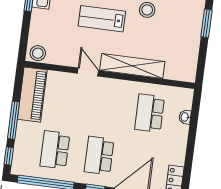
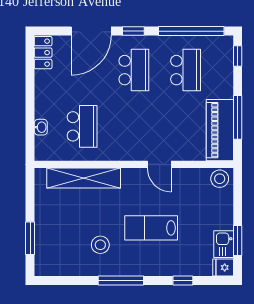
lab bench: (102, 19) -> (151, 228), turned 180
shelving: (132, 66) -> (84, 178), moved
window: (13, 120) -> (238, 117), moved

